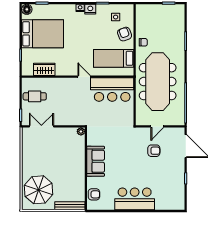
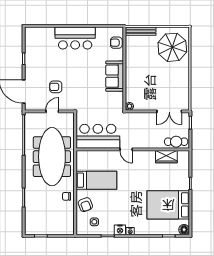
wardrobe: (44, 69) -> (166, 157), moved
wall: (78, 77) -> (133, 149), moved
door: (84, 77) -> (126, 149), moved
bar counter: (112, 90) -> (98, 136), moved

